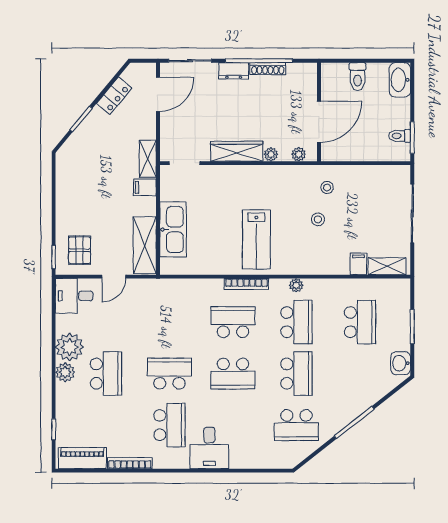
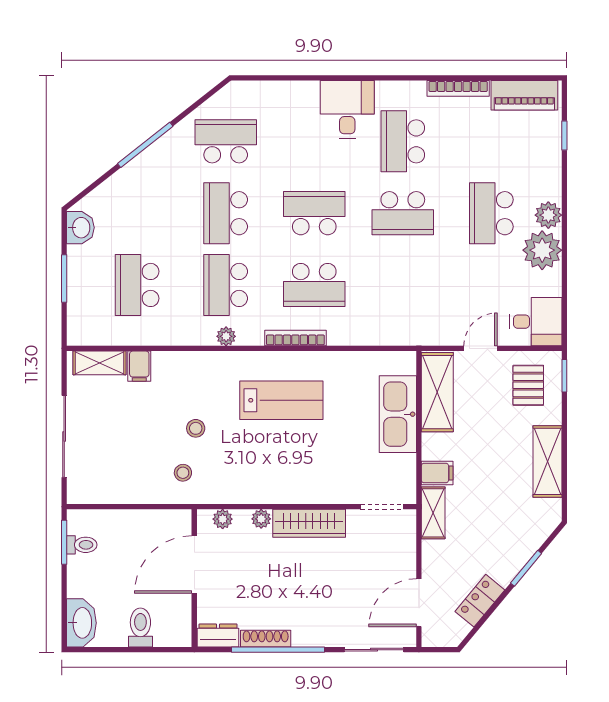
dresser: (234, 71) -> (218, 635), moved
shelving: (66, 196) -> (547, 461), added
lab bench: (256, 239) -> (281, 400), turned 90

